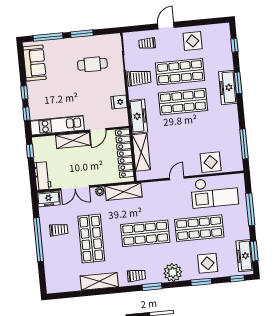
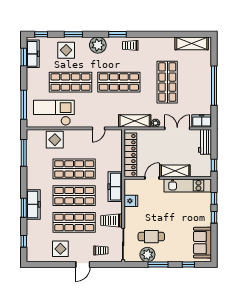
window: (48, 37) -> (188, 265), width x0.46
plant: (95, 44) -> (147, 255), added
shop shelf: (186, 132) -> (74, 169), added
shelving: (141, 152) -> (115, 154), removed
door: (177, 178) -> (99, 128), moved
window: (250, 209) -> (24, 105), moved
trolley: (59, 230) -> (195, 93), removed
shelving: (99, 281) -> (192, 43), moved

